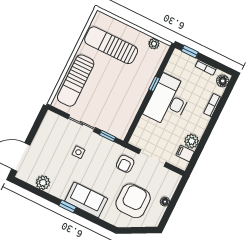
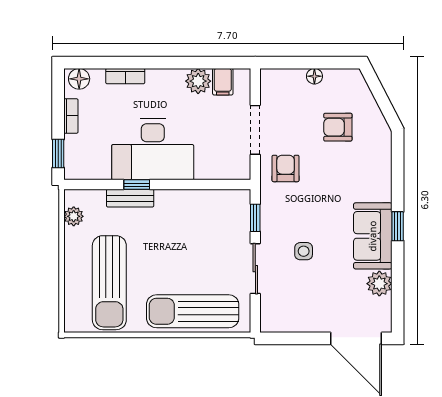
bench: (149, 77) -> (130, 198), added
sun lounger: (76, 81) -> (193, 311), turned 180
armchair: (125, 164) -> (286, 168), turned -90
sofa: (86, 200) -> (373, 236), moved
armchair: (133, 201) -> (338, 127), width x0.53, depth x0.53

